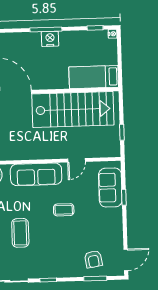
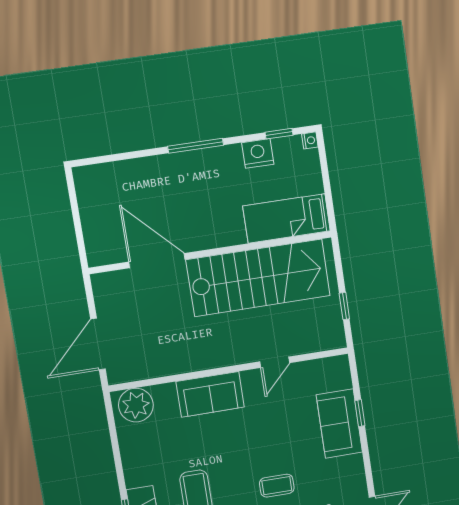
nightstand: (50, 39) -> (258, 153), moved
sofa: (36, 174) -> (210, 394), width x0.73
sofa: (110, 188) -> (339, 423), moved
coffee table: (64, 210) -> (277, 486), moved

